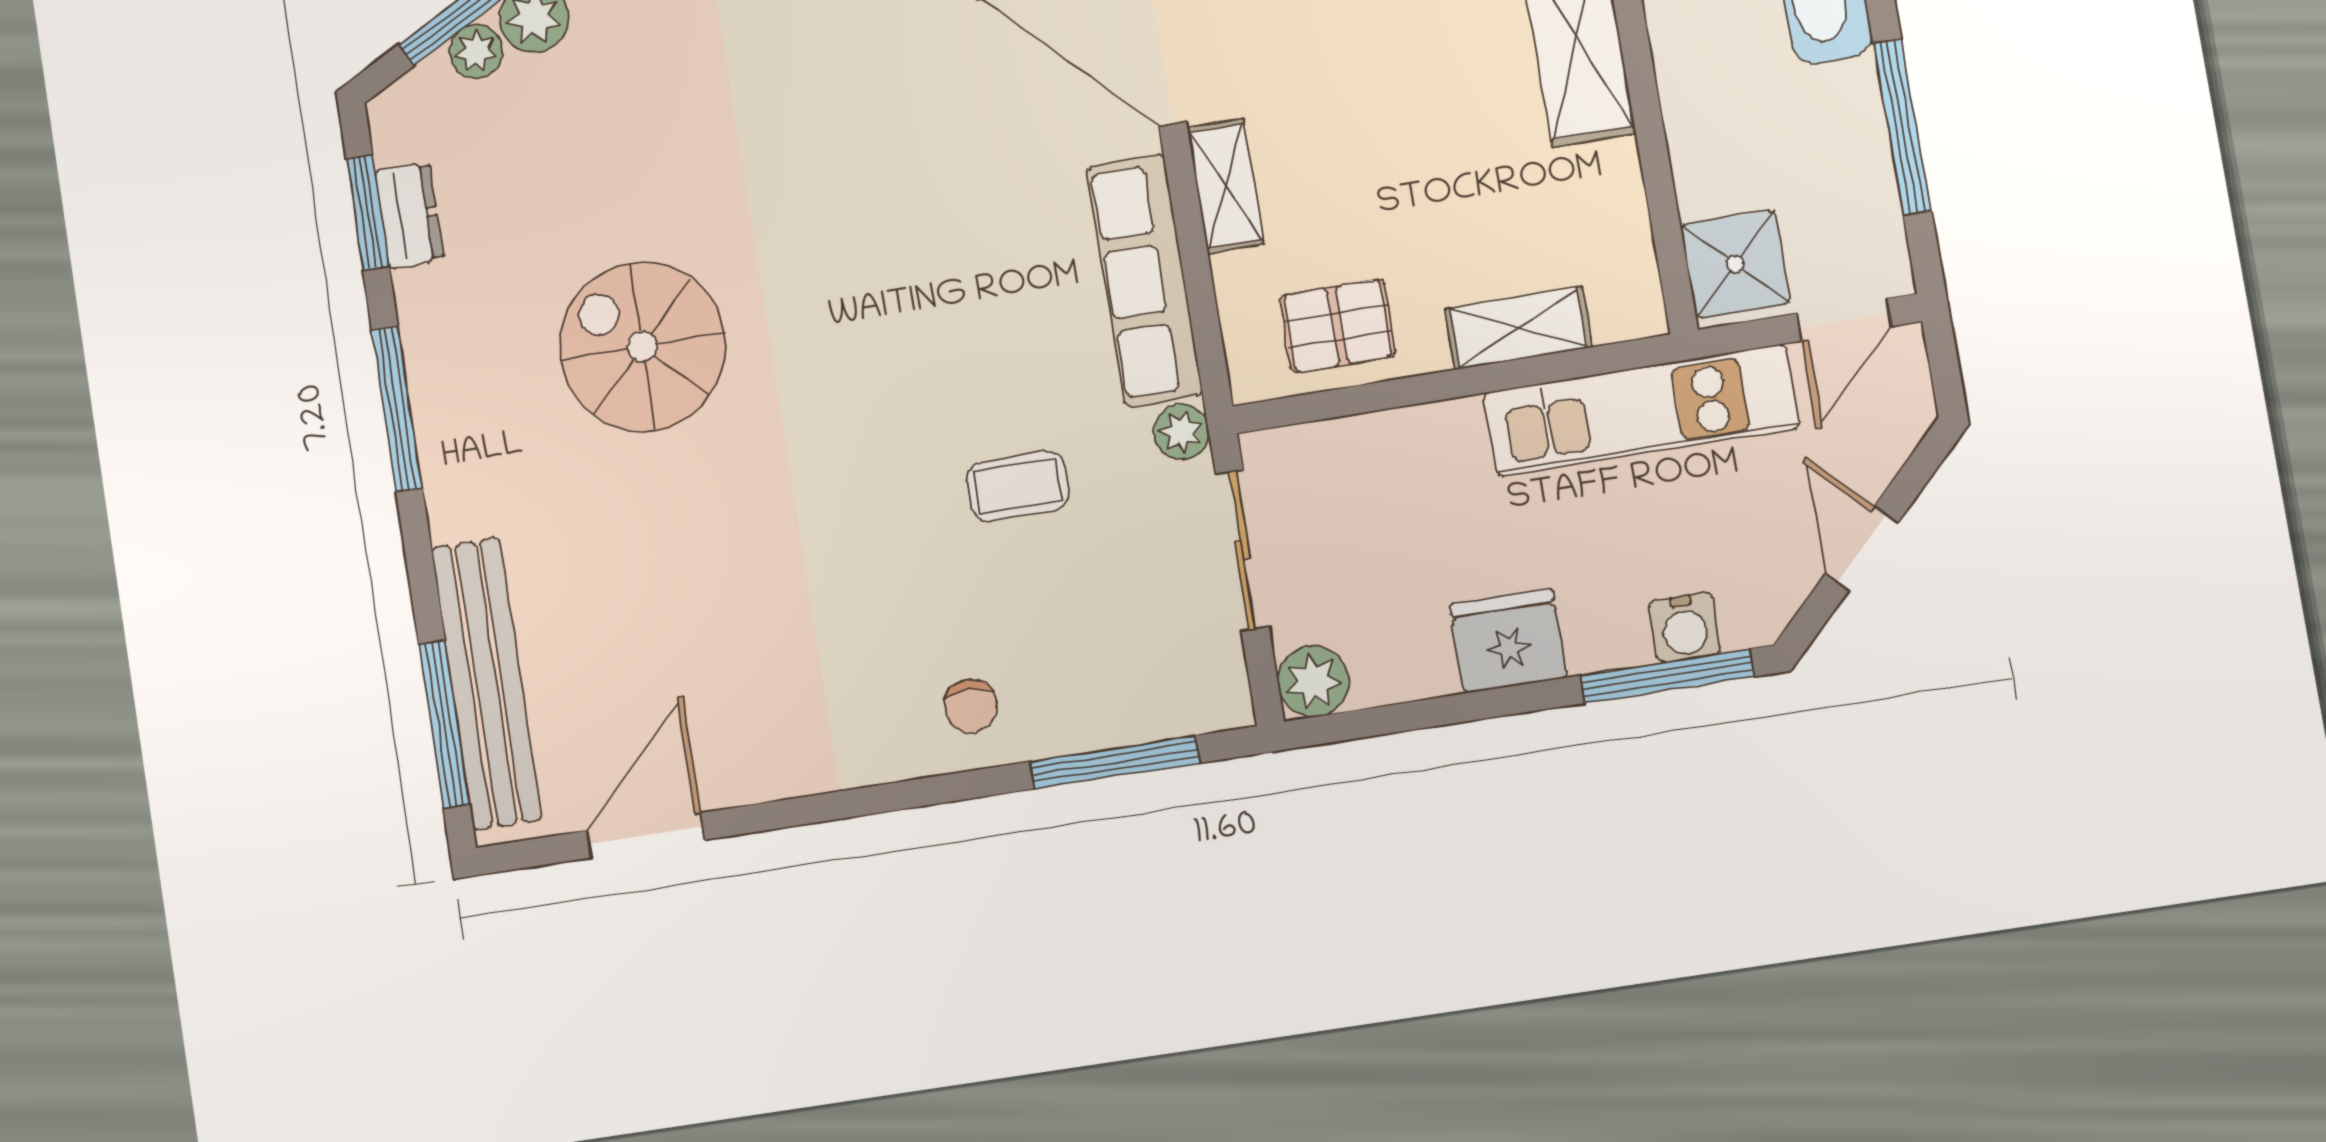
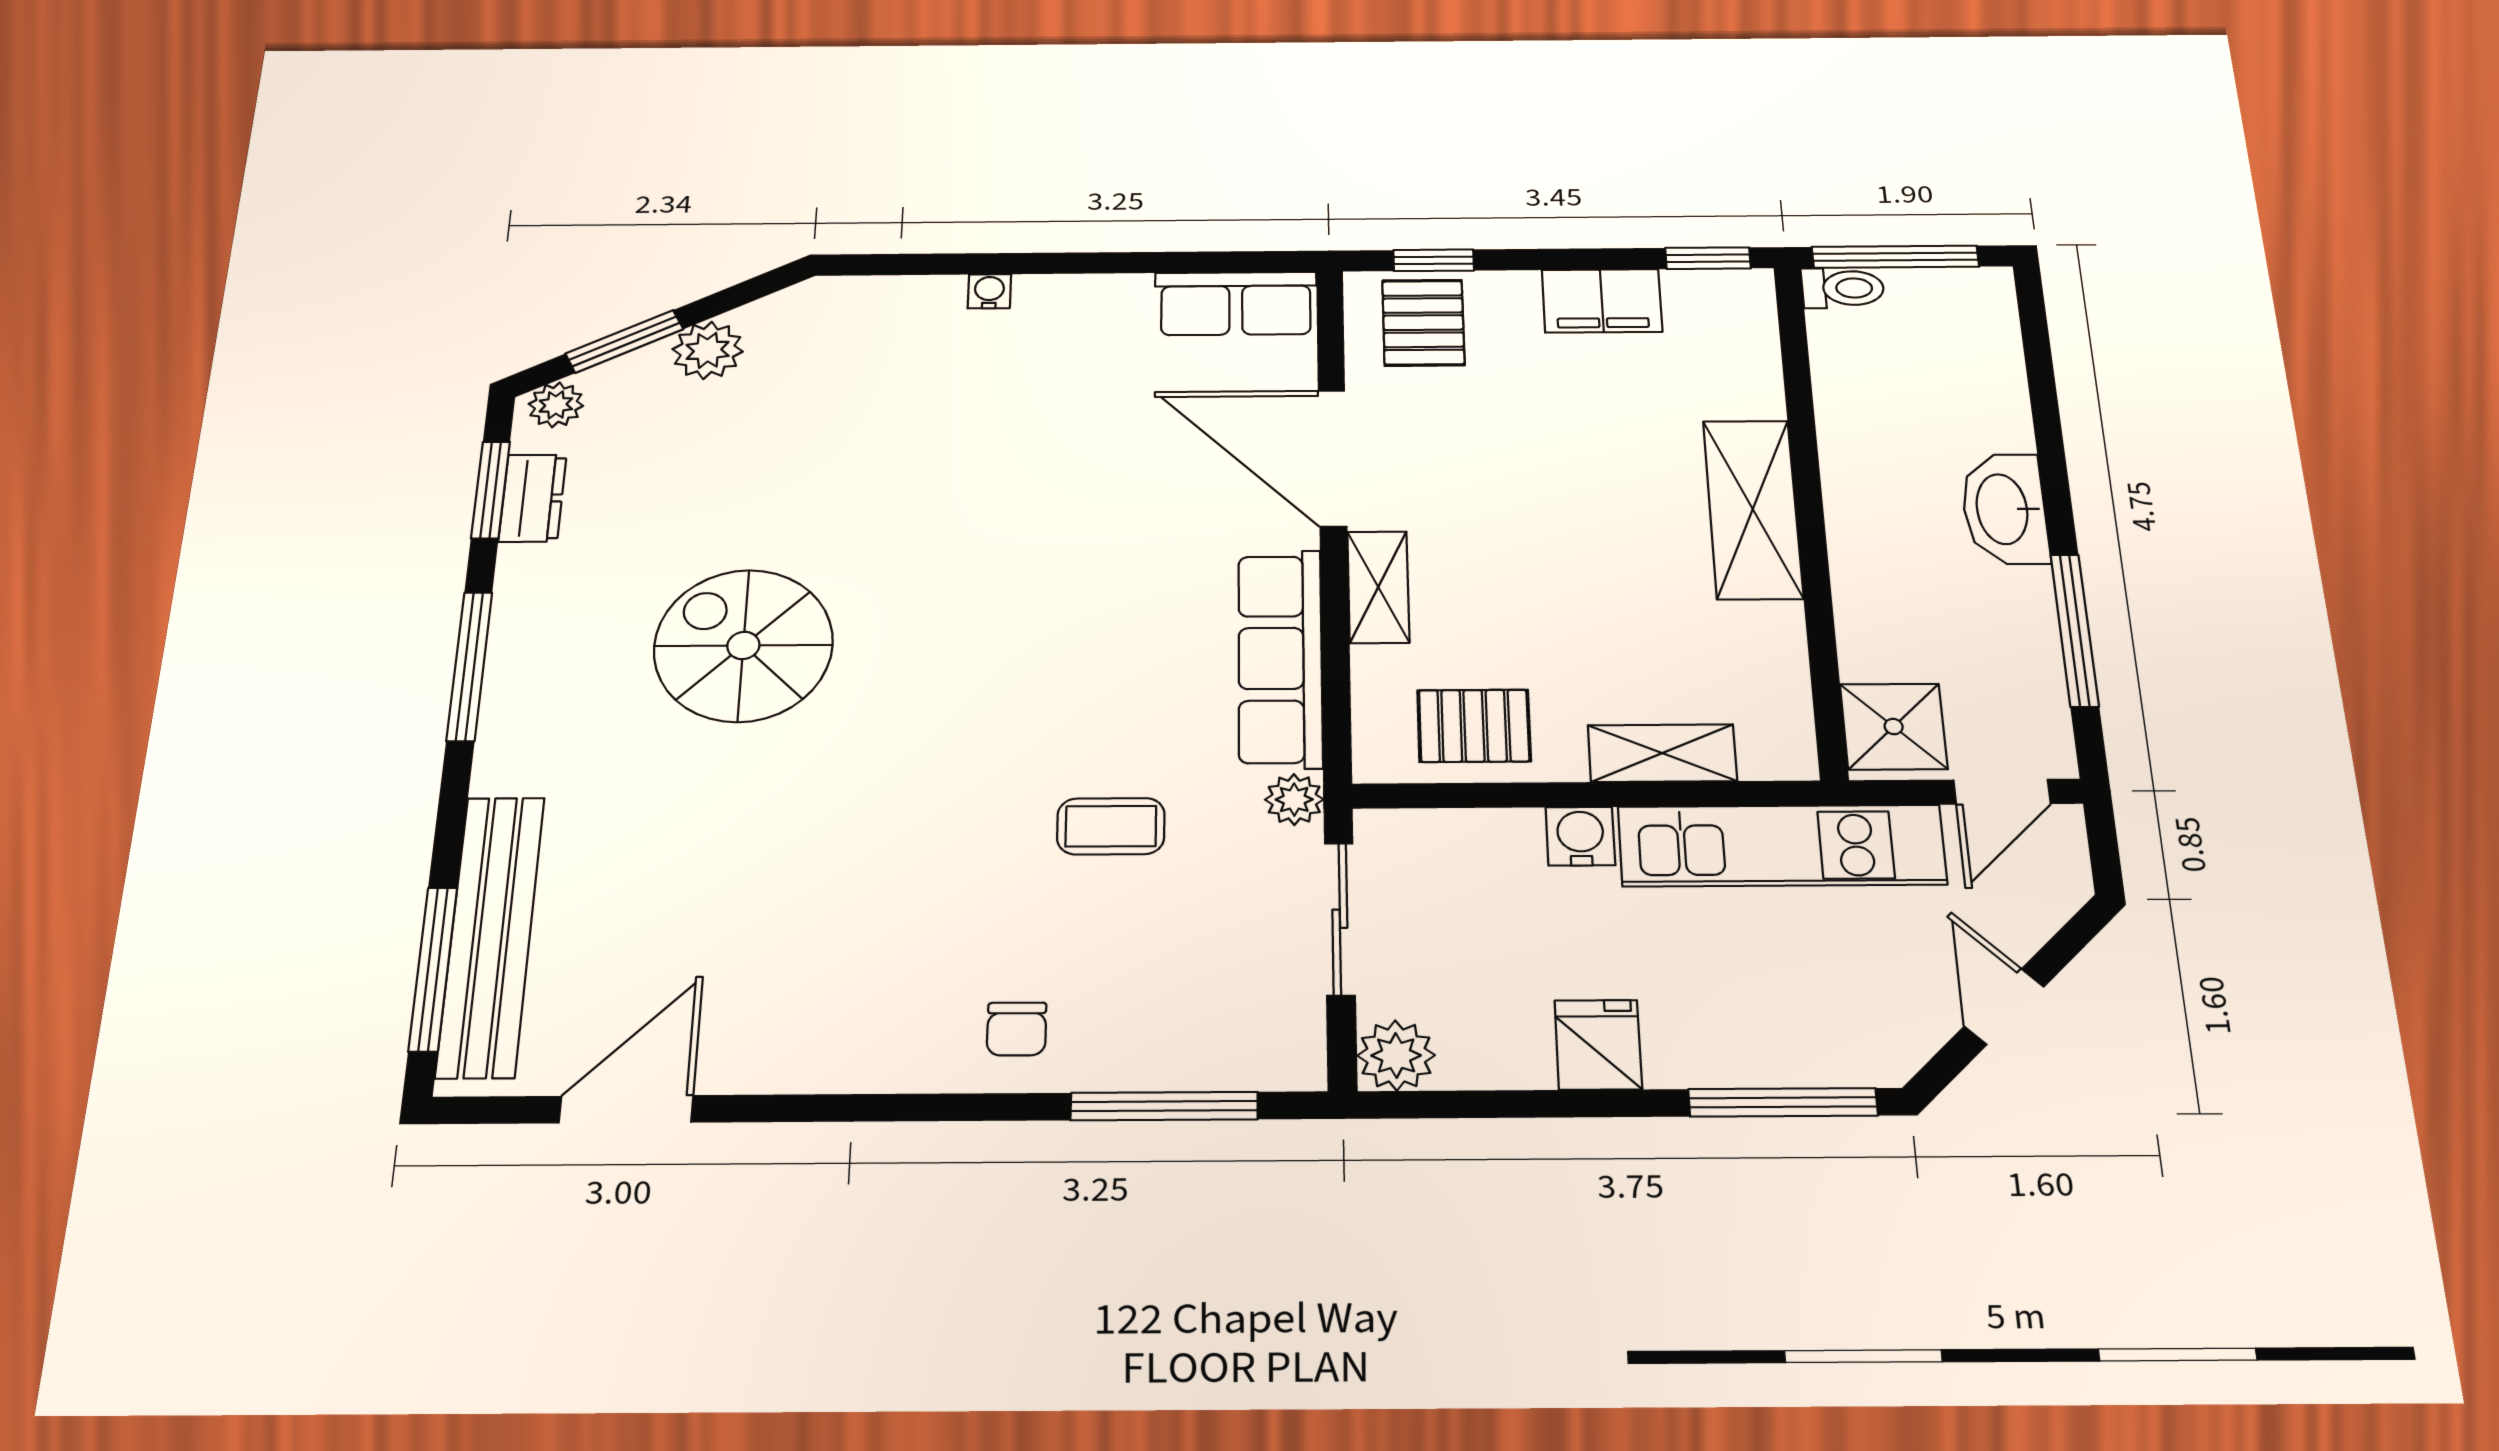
plant: (476, 52) -> (556, 405), moved
water cooler: (1685, 627) -> (1580, 836), moved, turned 180
fridge: (1508, 641) -> (1598, 1045), width x0.72

